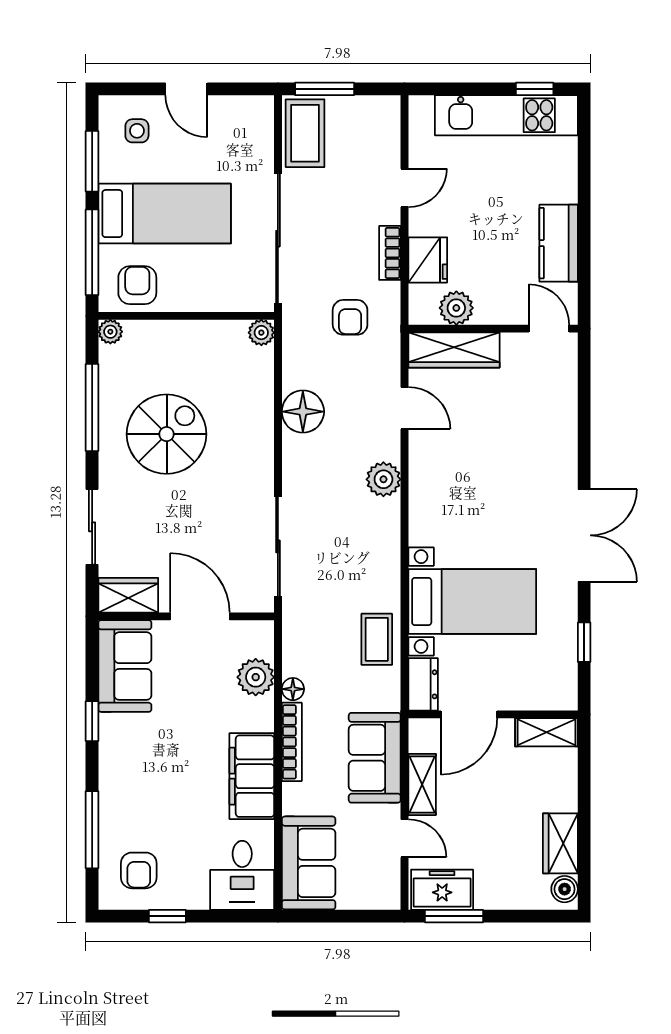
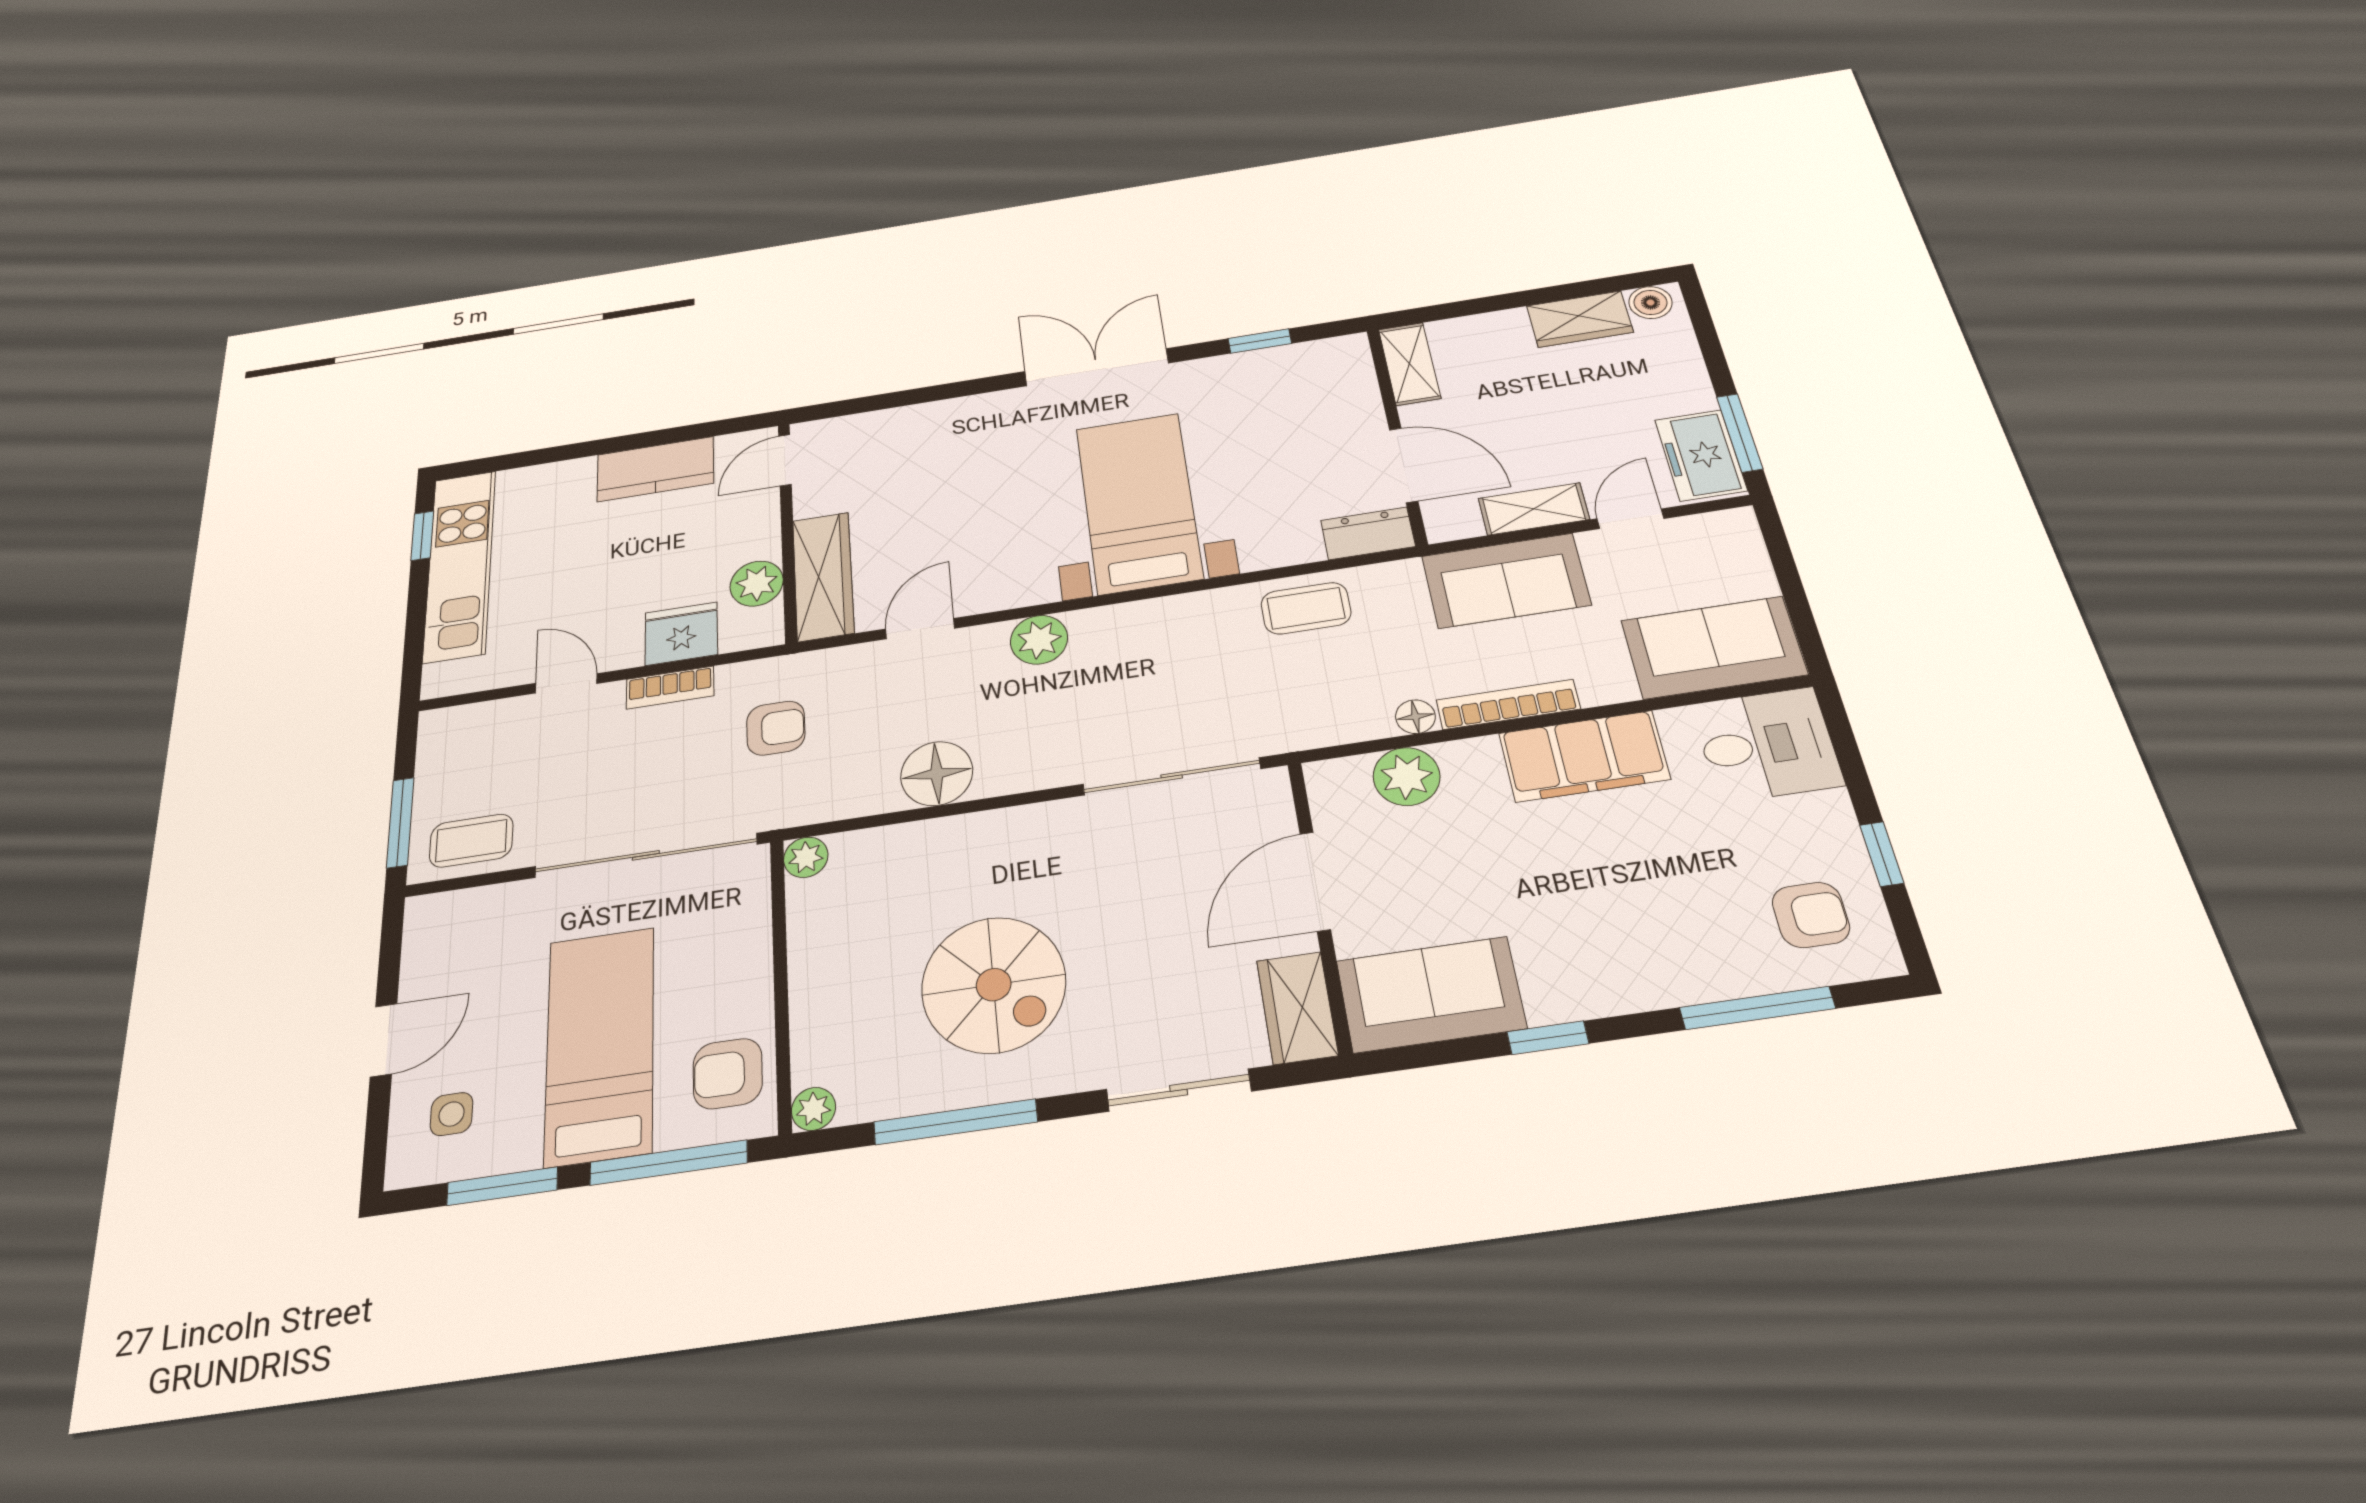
coffee table: (305, 133) -> (471, 841), width x0.73, depth x0.77
spiral stairs: (167, 434) -> (994, 985), turned 180
bed with nightstands: (472, 602) -> (1139, 502), moved

